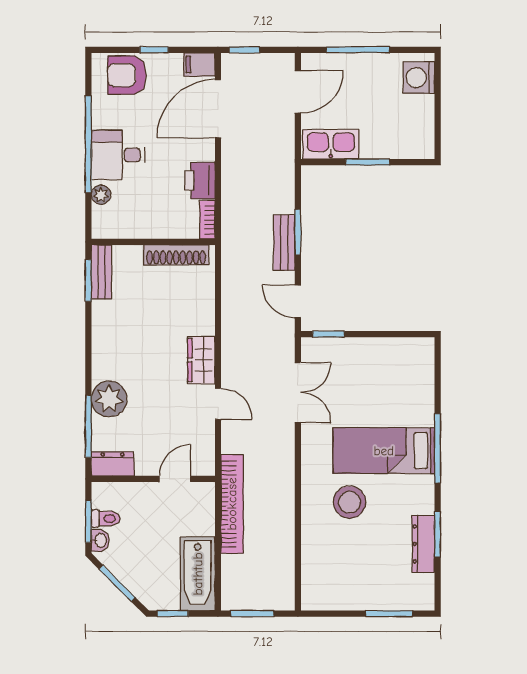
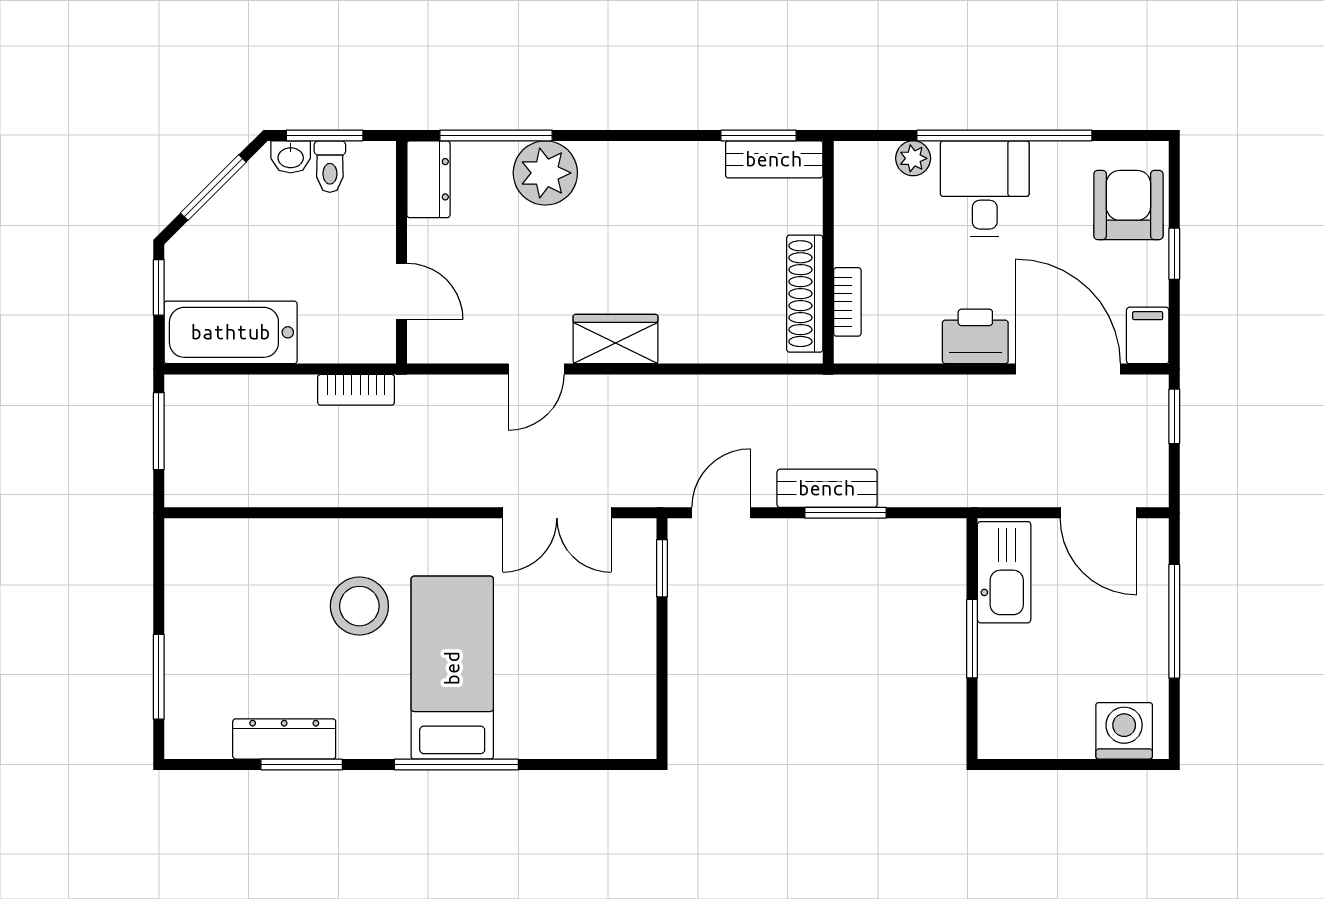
printer: (200, 181) -> (975, 336), moved
bookcase: (207, 220) -> (847, 302), moved, turned 90
bookcase: (232, 504) -> (356, 390), width x0.43, depth x0.76

